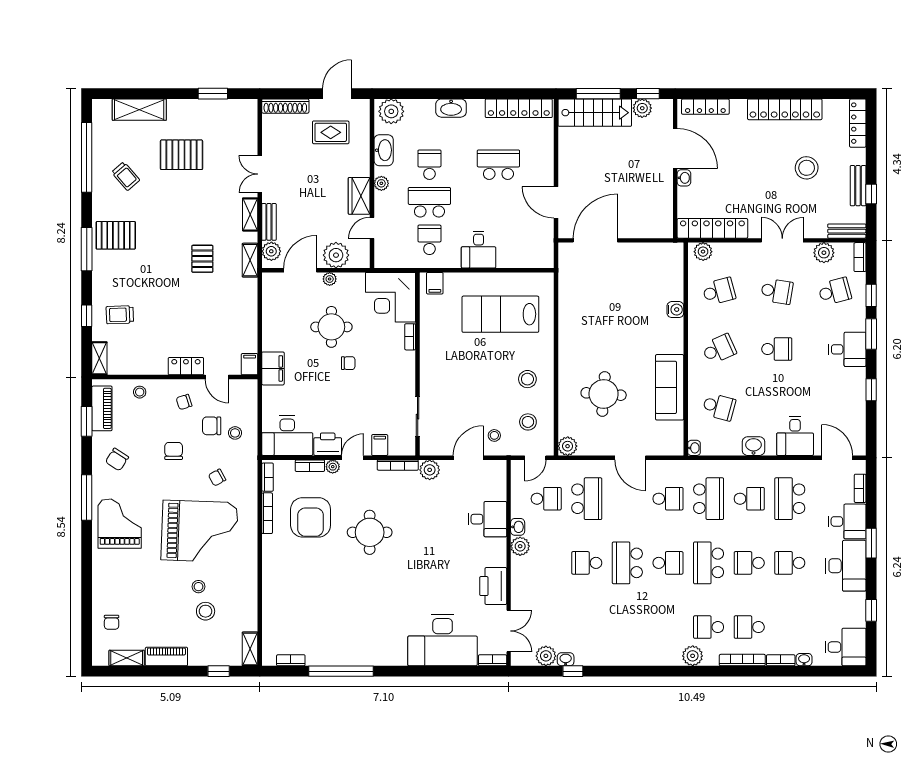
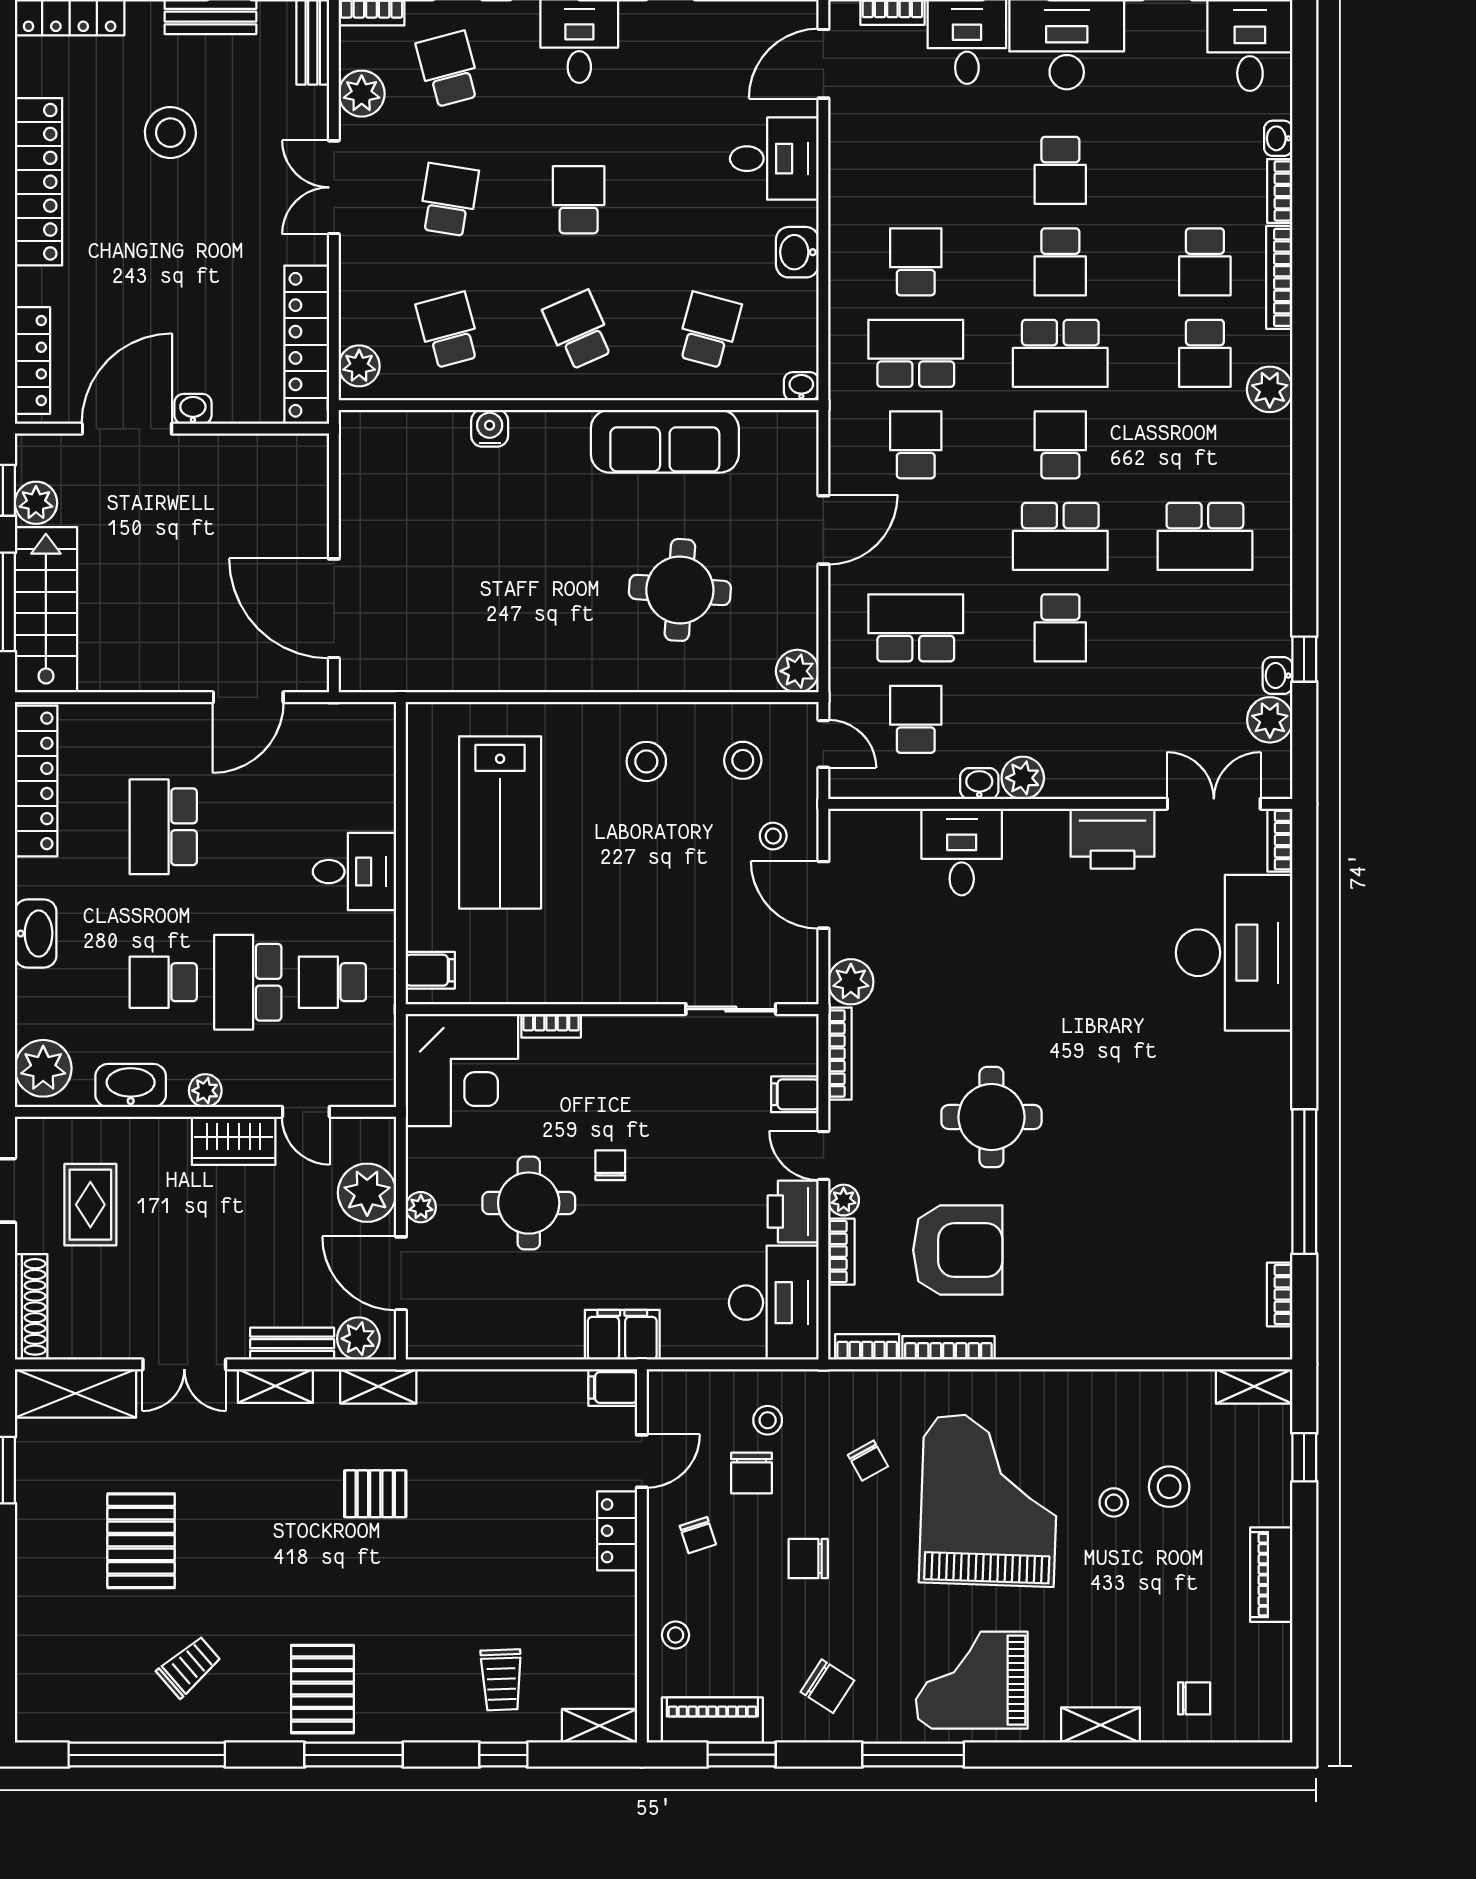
shelving: (139, 110) -> (75, 1393), moved, turned 90
school desk: (790, 499) -> (1205, 536), moved
shelving: (127, 658) -> (1101, 1725), moved, turned 90

